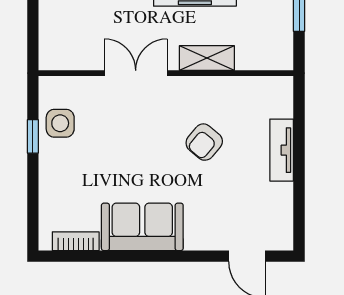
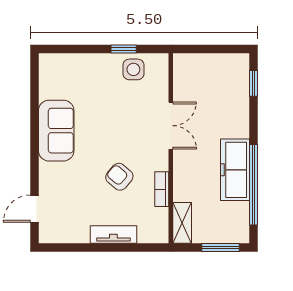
shelving: (207, 58) -> (182, 223), moved
bookcase: (76, 241) -> (162, 189), moved, turned 180

